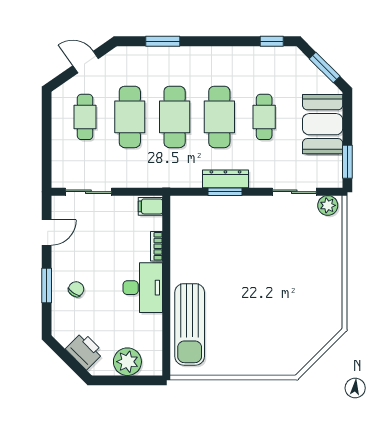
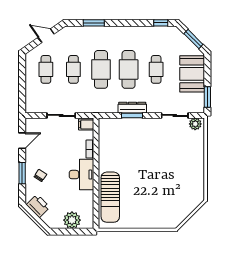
cafe table: (130, 117) -> (73, 69), width x0.73, depth x0.74
sliding door: (88, 192) -> (61, 115), moved
printer: (85, 351) -> (38, 206), moved

